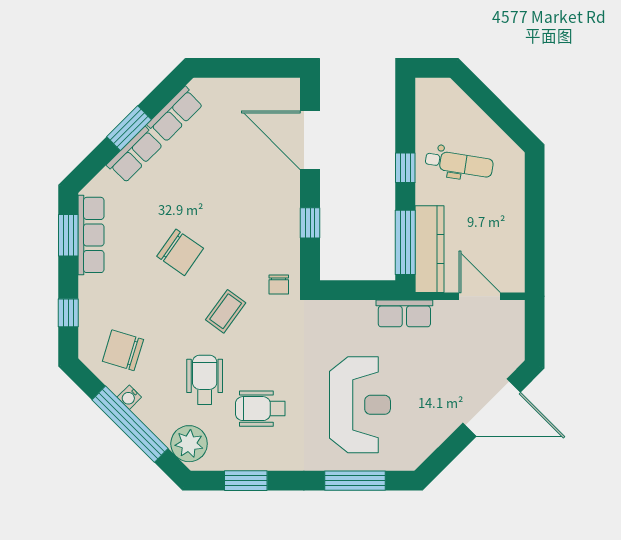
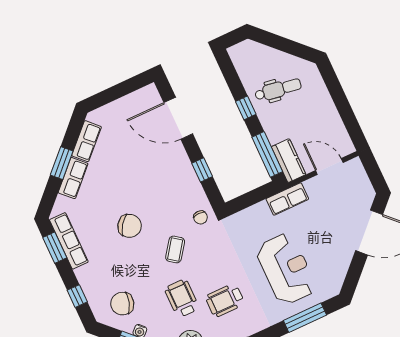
kitchen counter: (429, 249) -> (289, 161), width x0.67

